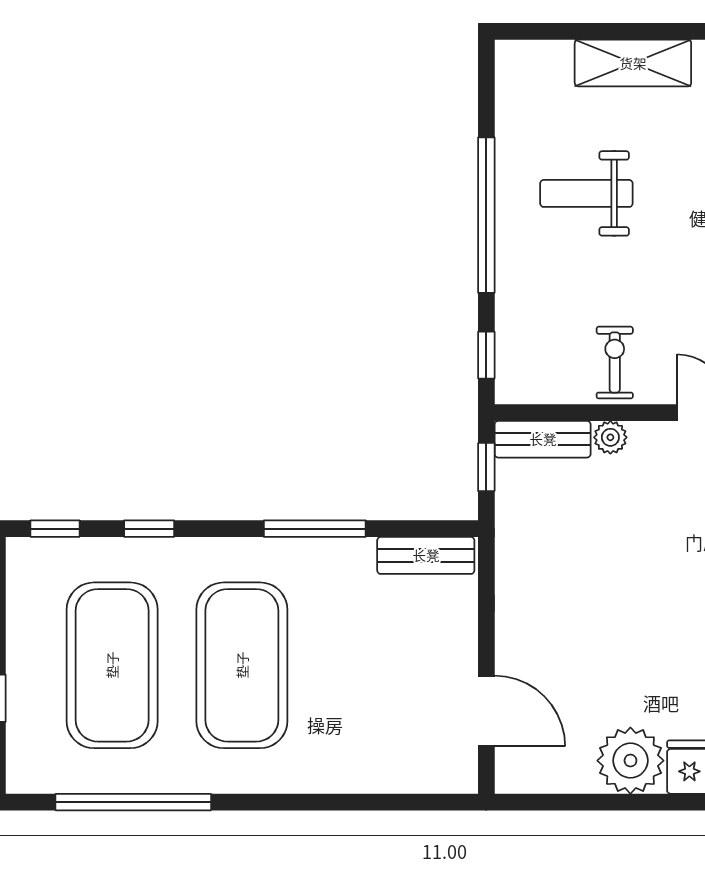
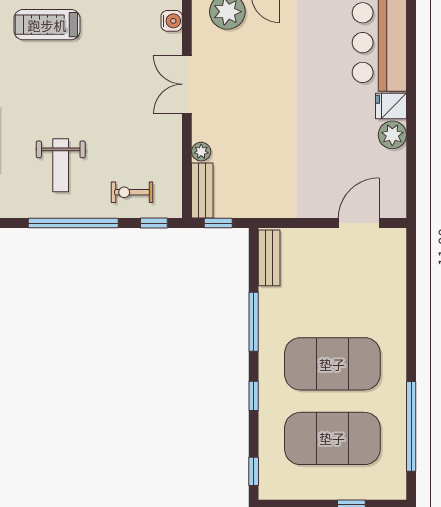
exercise bike: (615, 362) -> (132, 192), moved
window: (149, 529) -> (254, 396), moved
plant: (630, 761) -> (392, 135), width x0.73, depth x0.73

